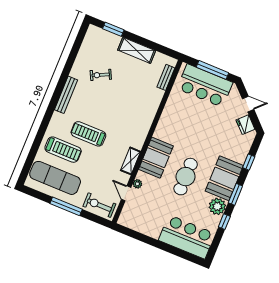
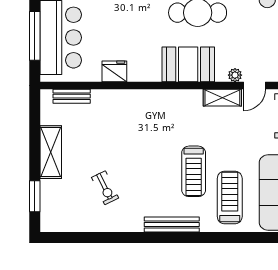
bench: (66, 95) -> (172, 224), moved
fridge: (170, 110) -> (114, 71), added
shelving: (131, 161) -> (222, 98), moved

